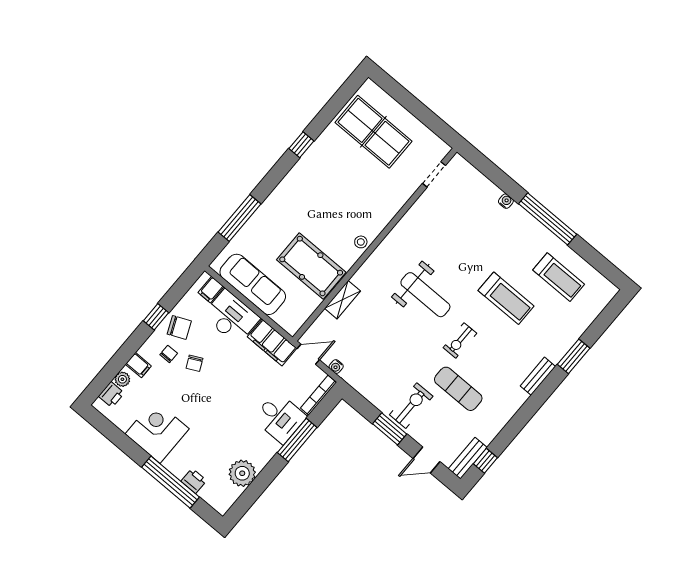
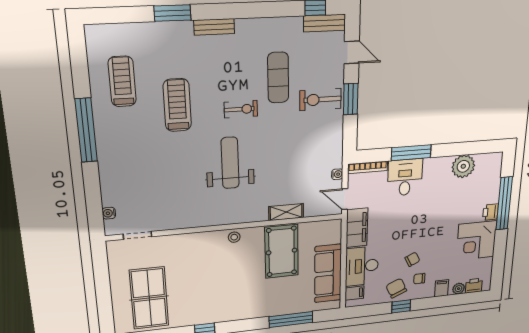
water cooler: (506, 201) -> (109, 213), moved
printer: (194, 481) -> (490, 212), moved

